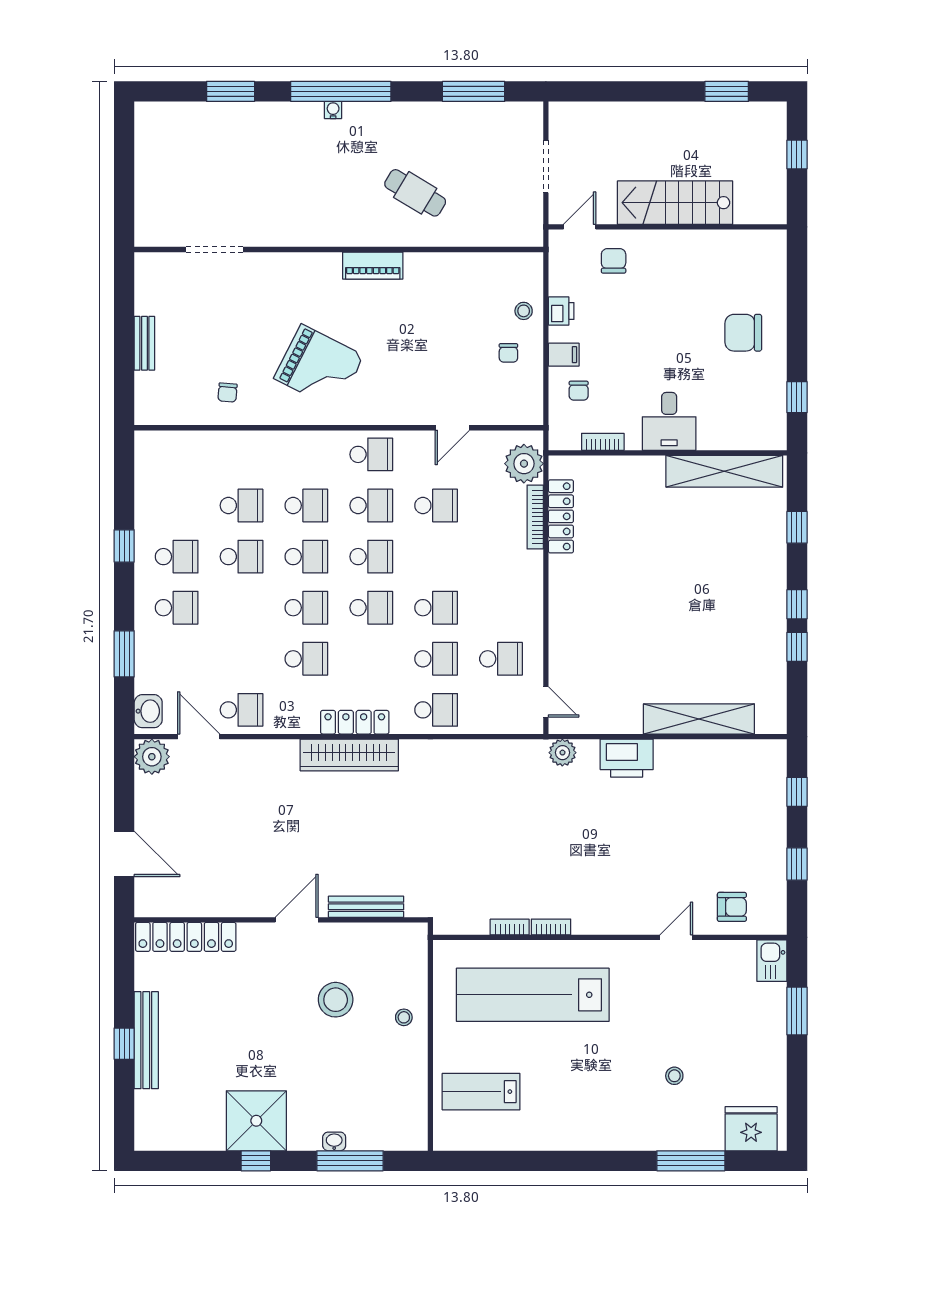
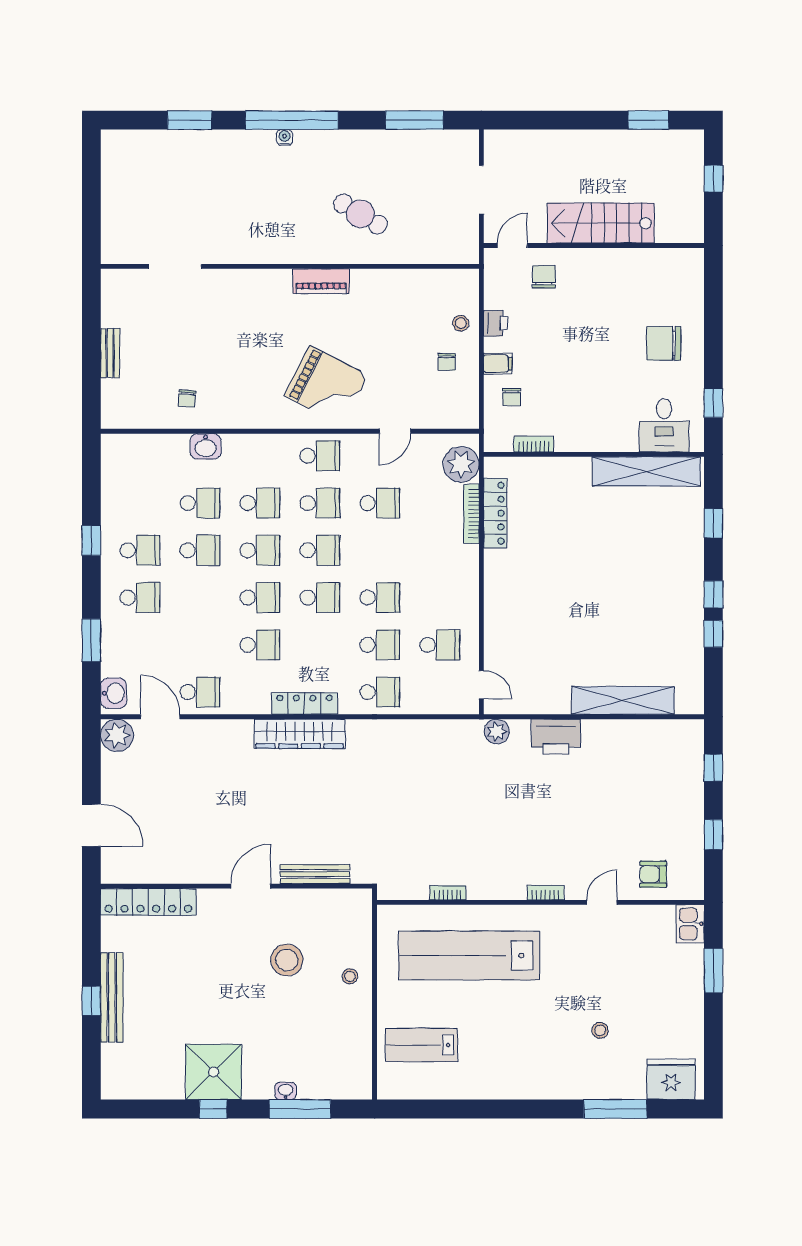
grand piano: (319, 367) -> (326, 385), moved
desk: (669, 421) -> (664, 425), moved
washbasin: (248, 444) -> (206, 446), added
armchair: (732, 907) -> (653, 874), turned 180
bookcase: (551, 927) -> (545, 893), moved

